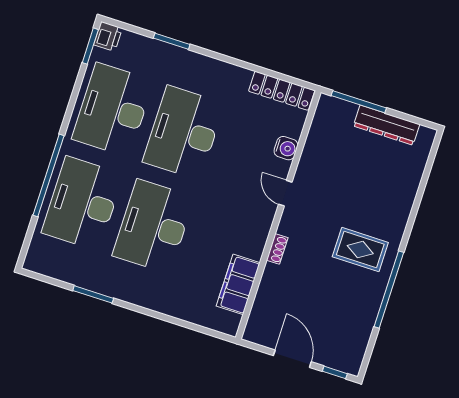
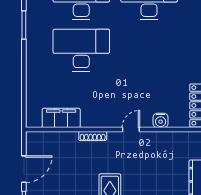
desk: (184, 133) -> (149, 50), removed
shoe rack: (277, 249) -> (93, 136), width x1.43

